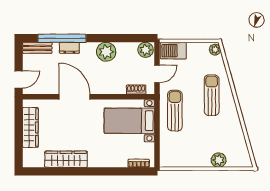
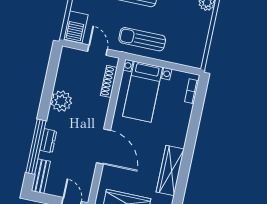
plant: (146, 50) -> (68, 57), removed
shoe rack: (136, 89) -> (109, 81), width x1.43
door: (75, 97) -> (103, 146), swing flipped

